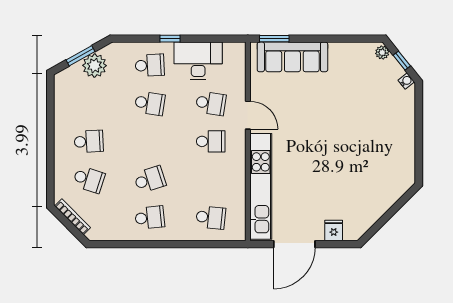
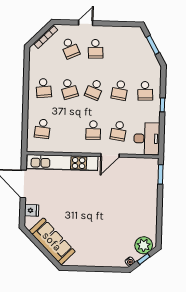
plant: (382, 53) -> (144, 245), width x1.88, depth x1.88
sofa: (292, 57) -> (52, 241), moved, turned 135
desk: (198, 61) -> (147, 139), moved
plant: (95, 66) -> (146, 54), removed
school desk: (150, 141) -> (94, 89), added
door: (50, 157) -> (86, 23), added
school desk: (89, 179) -> (70, 48), turned -42

